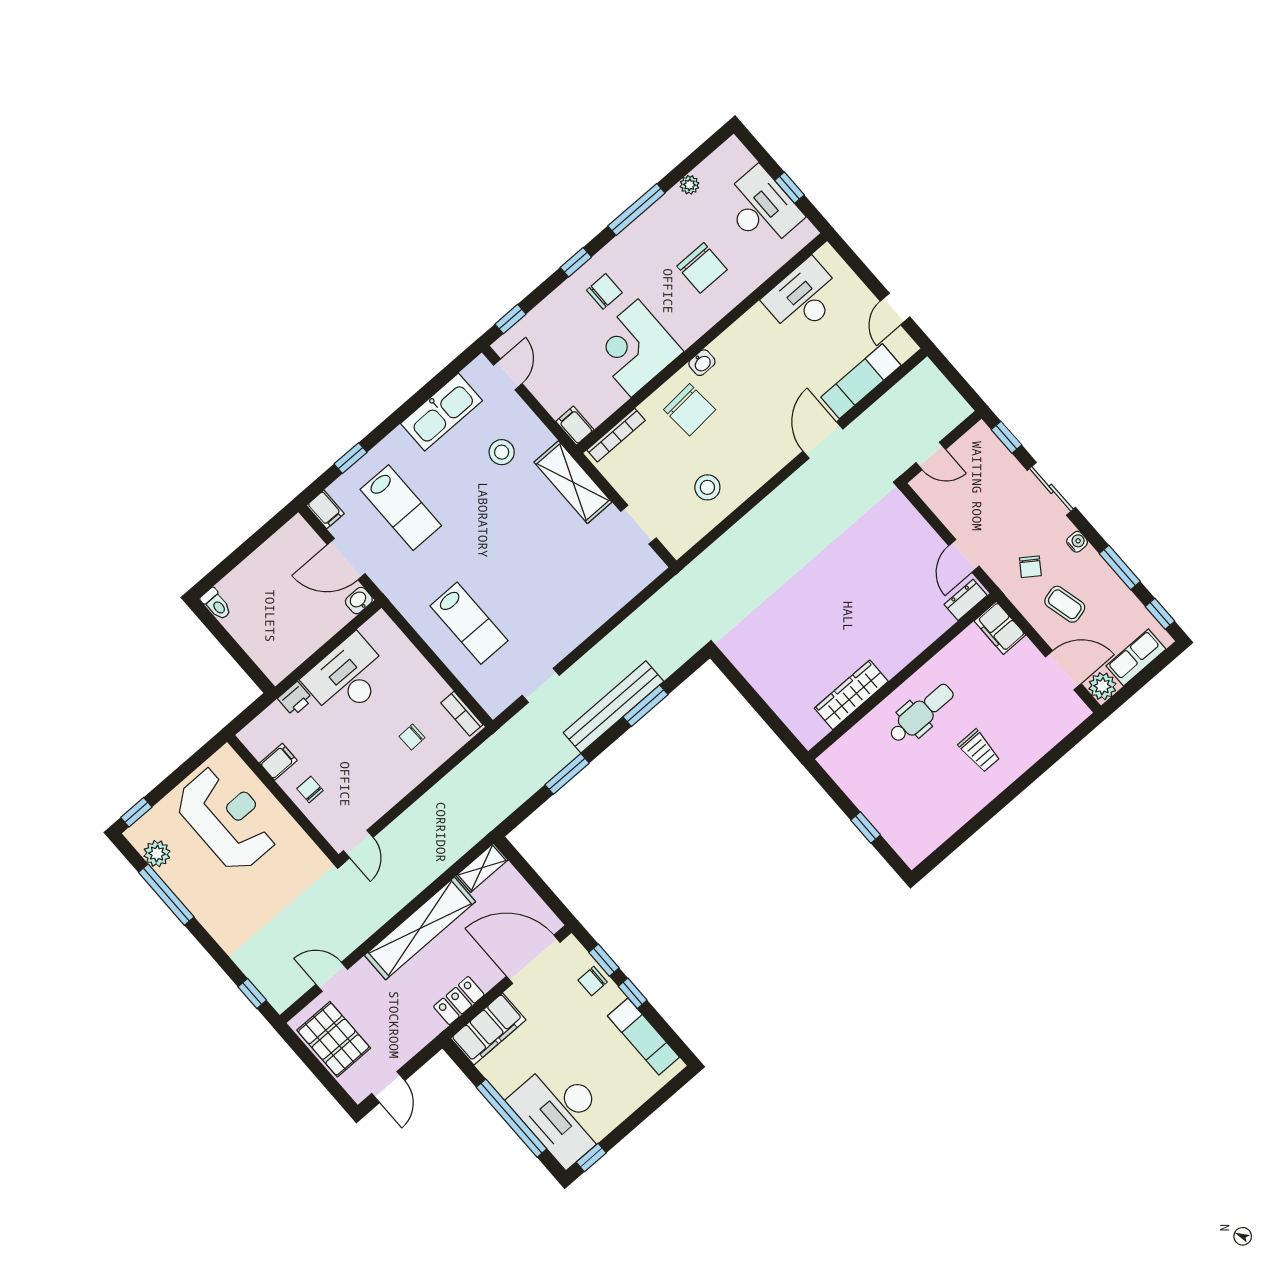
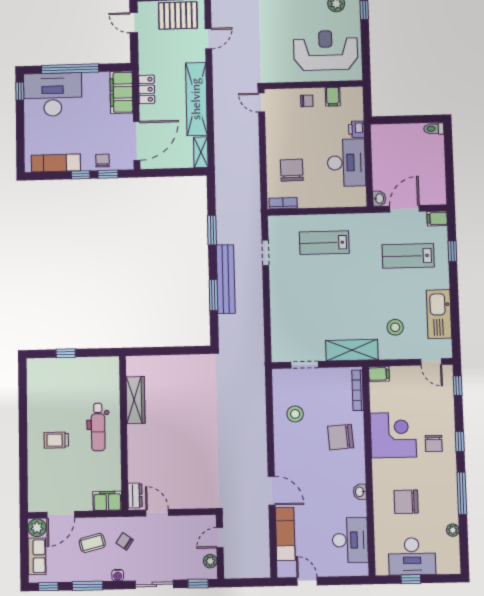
washbasin: (702, 363) -> (360, 492), moved
plant: (968, 444) -> (210, 561), added
chair: (412, 737) -> (292, 170), width x1.87, depth x1.87
reception desk: (227, 818) -> (326, 50), turned 180

